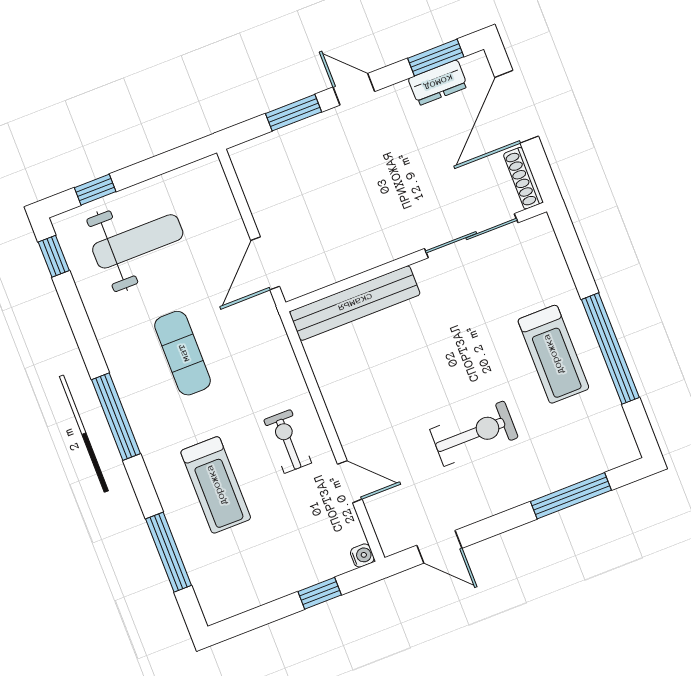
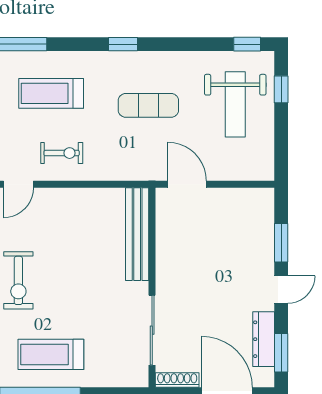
dresser: (438, 83) -> (264, 339), width x1.44
window: (116, 417) -> (123, 44), width x0.46

